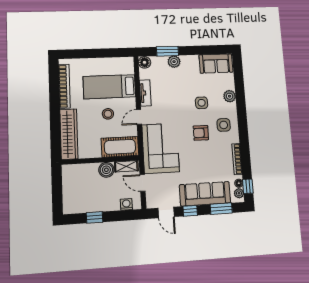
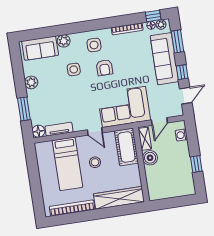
plant: (174, 62) -> (31, 82), moved
sofa: (216, 64) -> (40, 48), moved, turned 90
tv unit: (145, 93) -> (59, 129), moved

